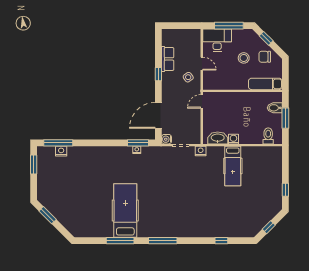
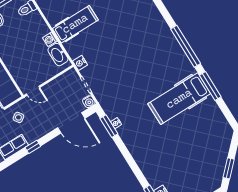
window: (163, 241) -> (186, 46), width x1.46

